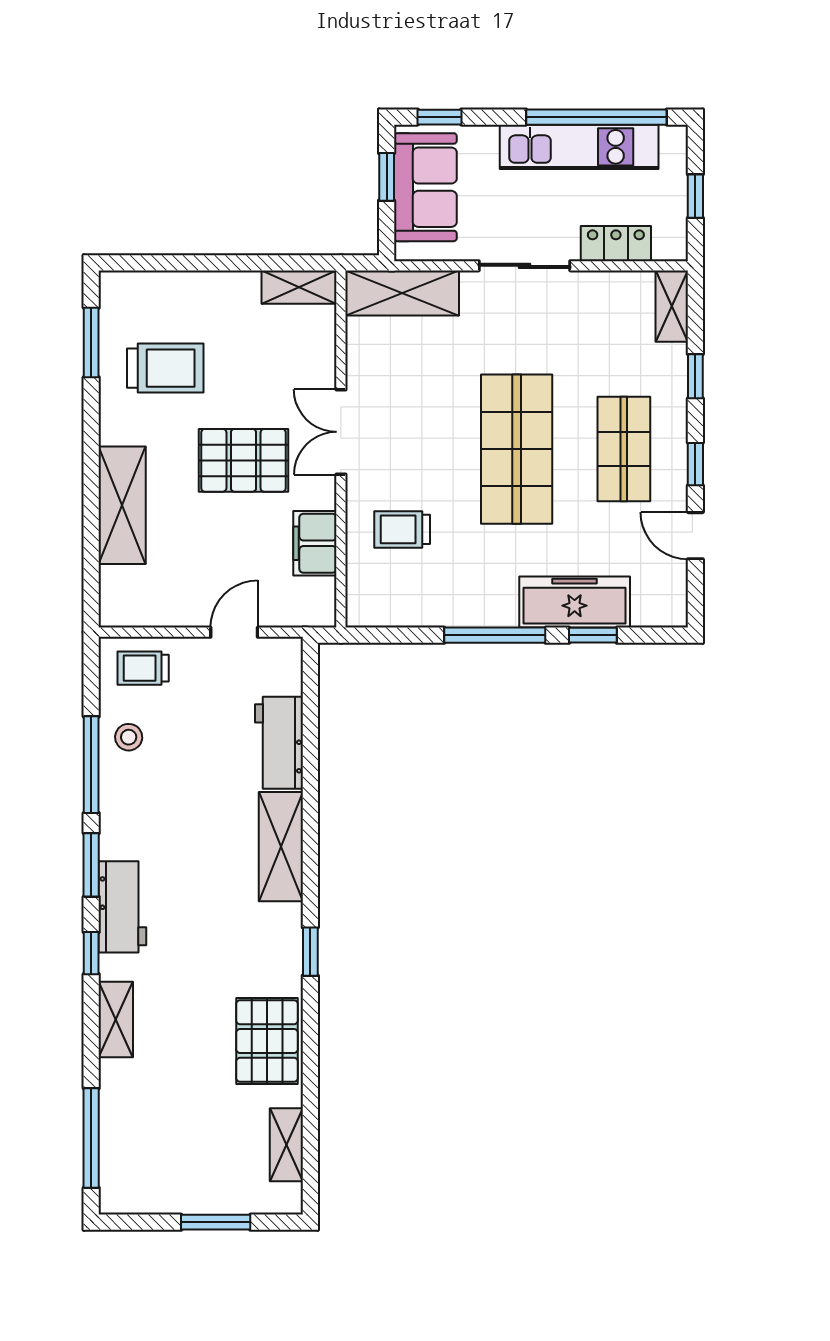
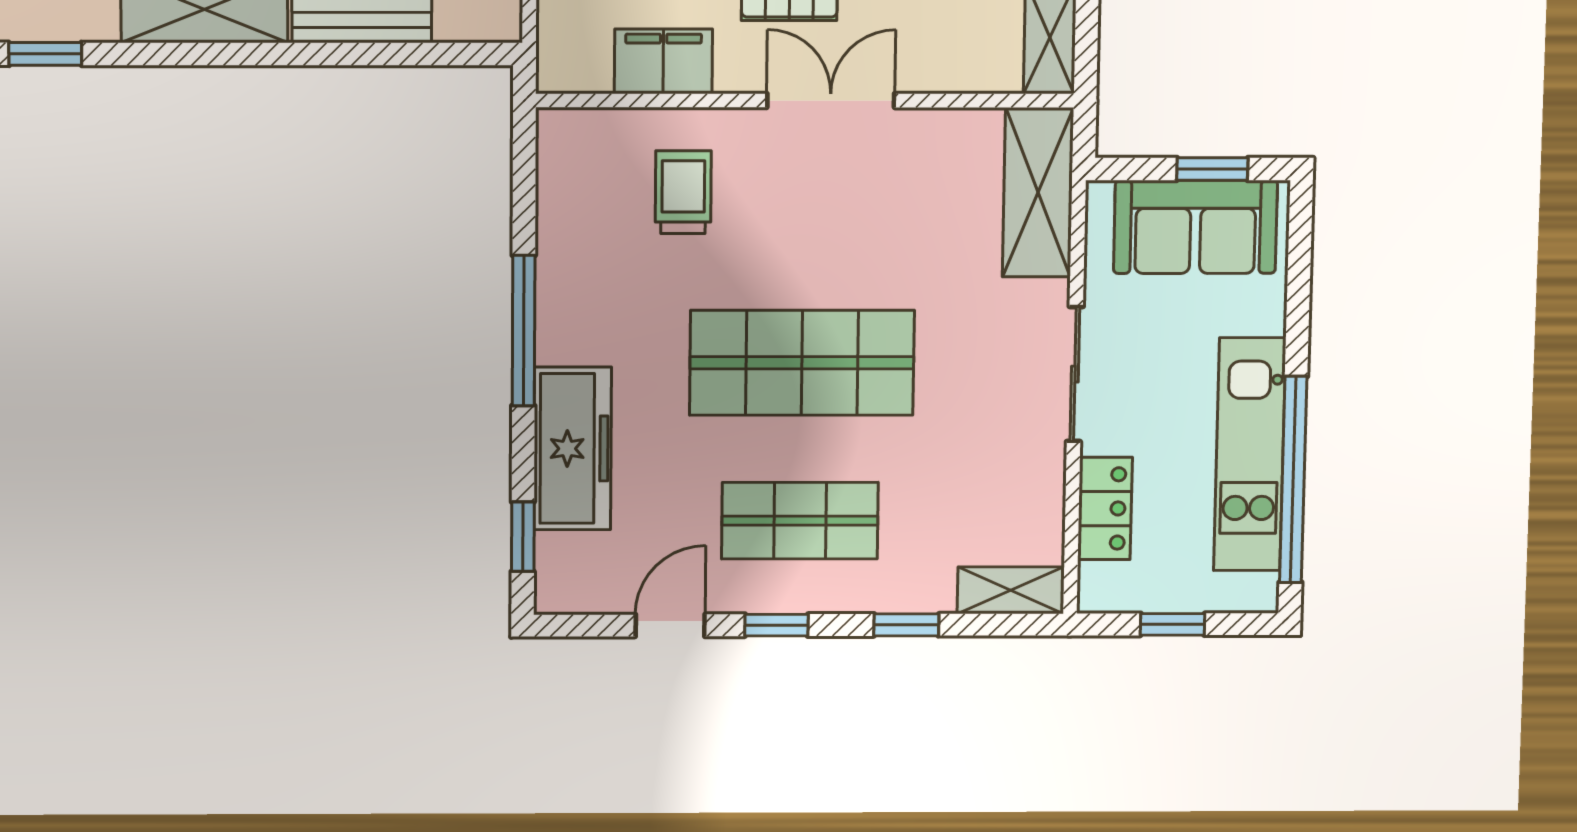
window: (440, 117) -> (1300, 248), removed
window: (593, 635) -> (523, 537), moved

